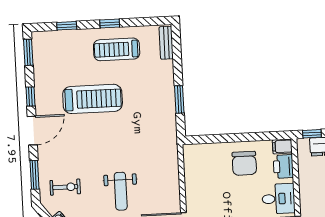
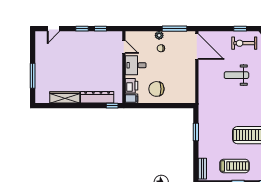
chair: (244, 163) -> (156, 89), turned -90
weight bench: (121, 191) -> (236, 75), turned -90

